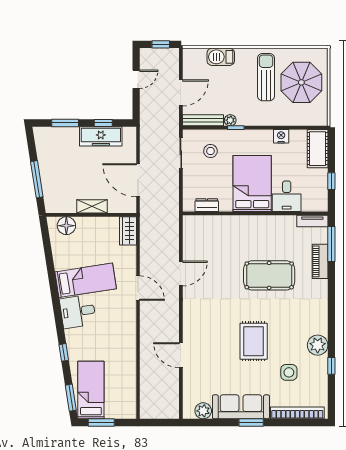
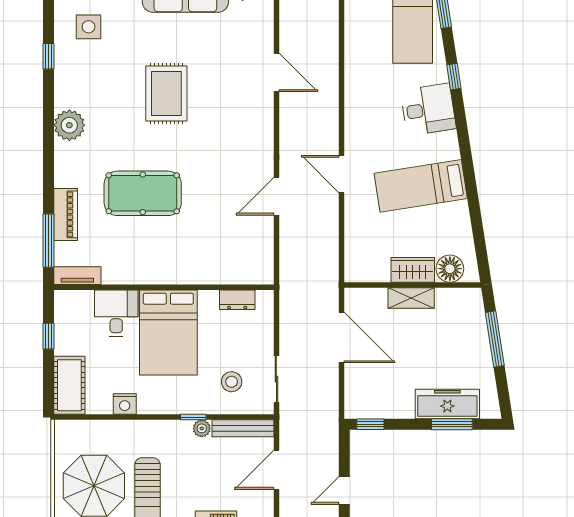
window: (103, 123) -> (370, 424), moved
freezer: (101, 136) -> (447, 404), moved
wardrobe: (128, 231) -> (413, 270), moved, turned -90
desk: (78, 311) -> (428, 109), moved
plant: (318, 345) -> (69, 125), moved
side table: (289, 372) -> (89, 27), moved

